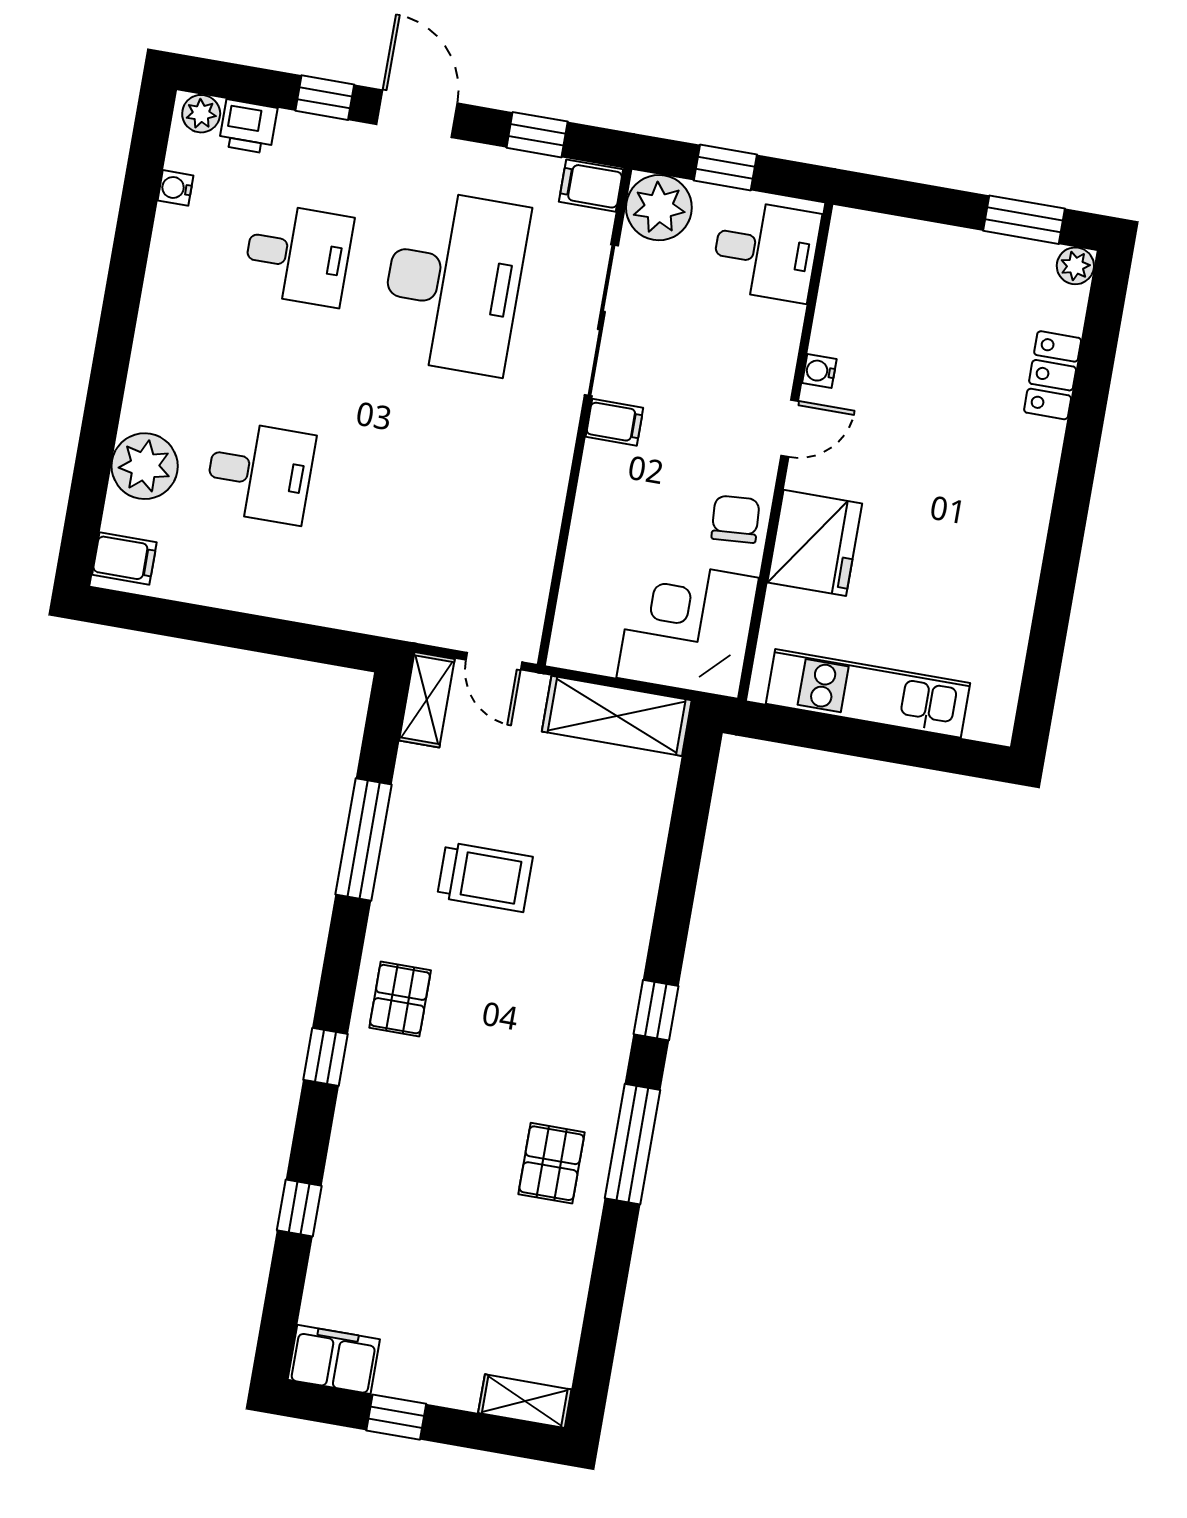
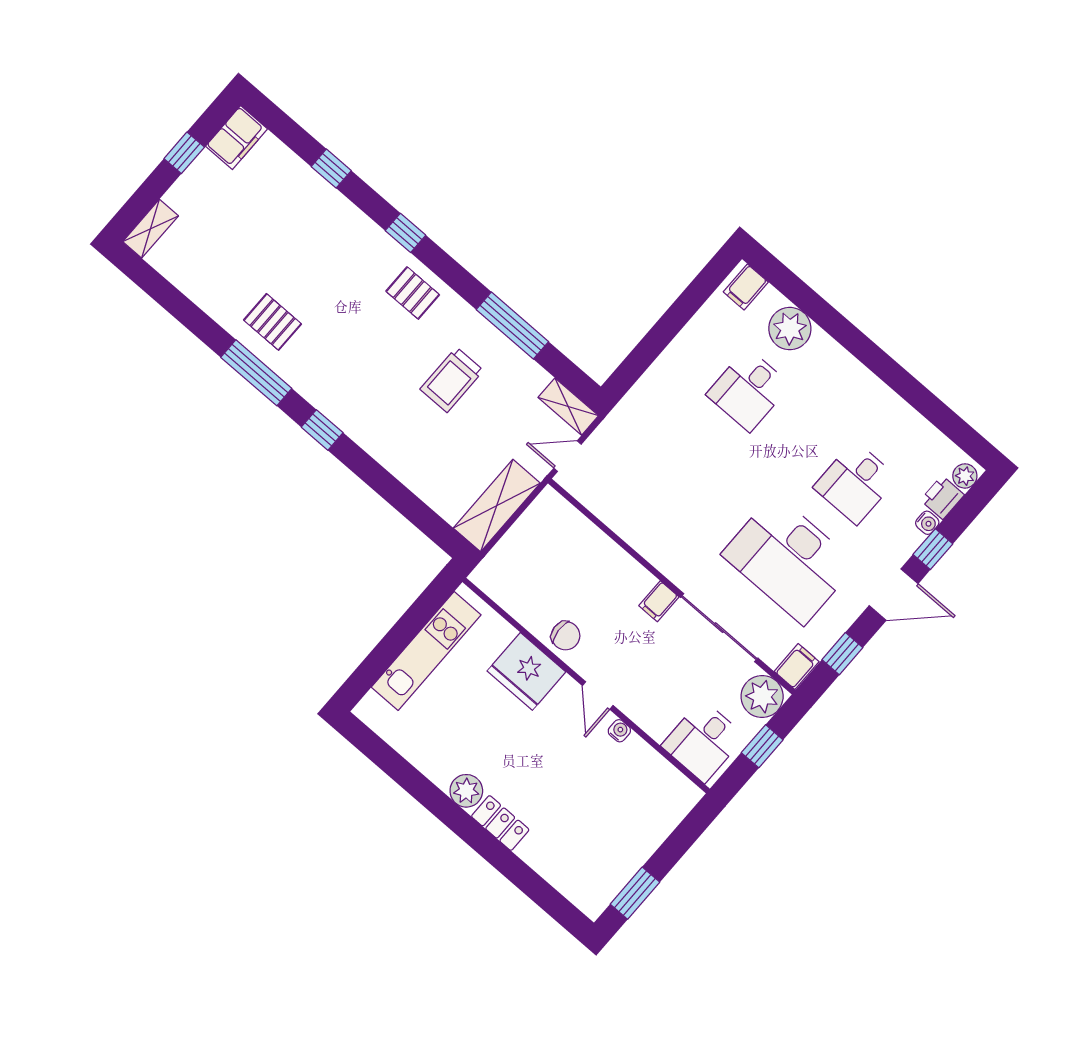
water cooler: (175, 188) -> (927, 523), moved, turned 90
plant: (1075, 266) -> (466, 791), moved, width x1.38, depth x1.38
locker: (1053, 375) -> (500, 823), moved
corner desk: (688, 628) -> (522, 574), removed

